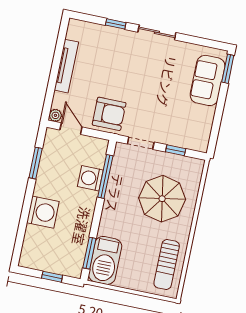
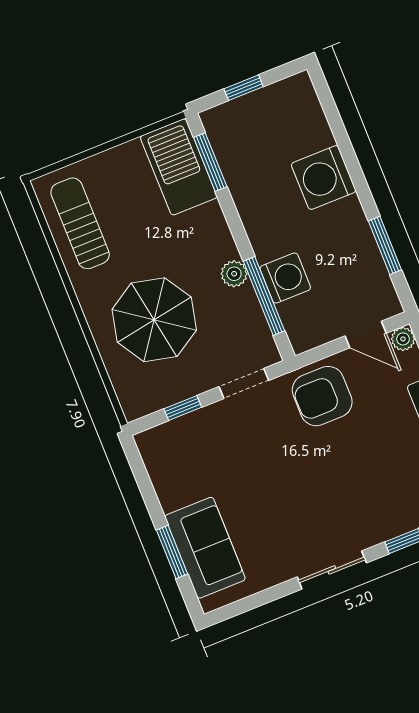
window: (228, 69) -> (172, 552), moved
plant: (112, 195) -> (234, 274), added

